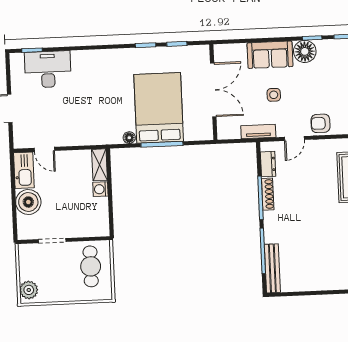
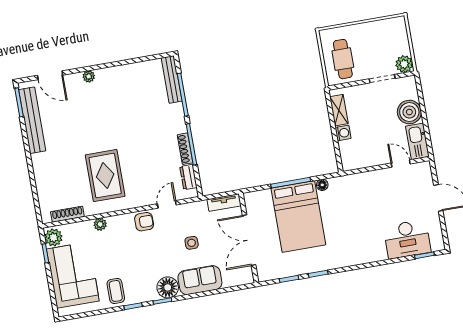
tv unit: (258, 131) -> (224, 203), moved
shelving: (100, 165) -> (339, 110), moved
plant: (29, 290) -> (404, 64), moved

